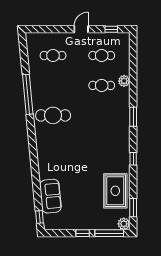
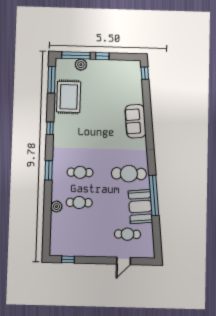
door: (81, 29) -> (124, 261), moved
cafe table: (102, 55) -> (80, 172), moved
booth: (41, 83) -> (140, 207), added
sofa: (50, 196) -> (135, 121), moved
window: (133, 208) -> (52, 80), width x1.44
plant: (124, 224) -> (81, 65), moved

